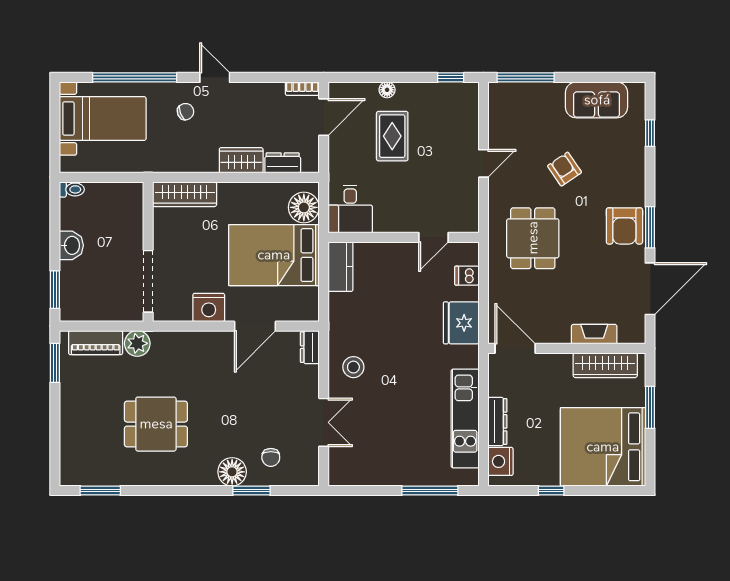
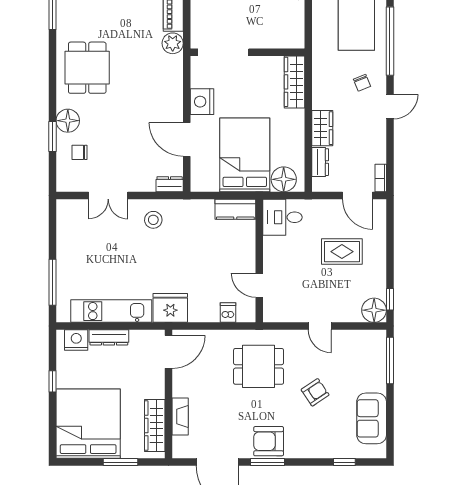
floor lamp: (387, 90) -> (374, 310), moved, width x1.89, depth x1.89
fridge: (461, 323) -> (170, 308), moved
dining table: (156, 424) -> (87, 68), moved

